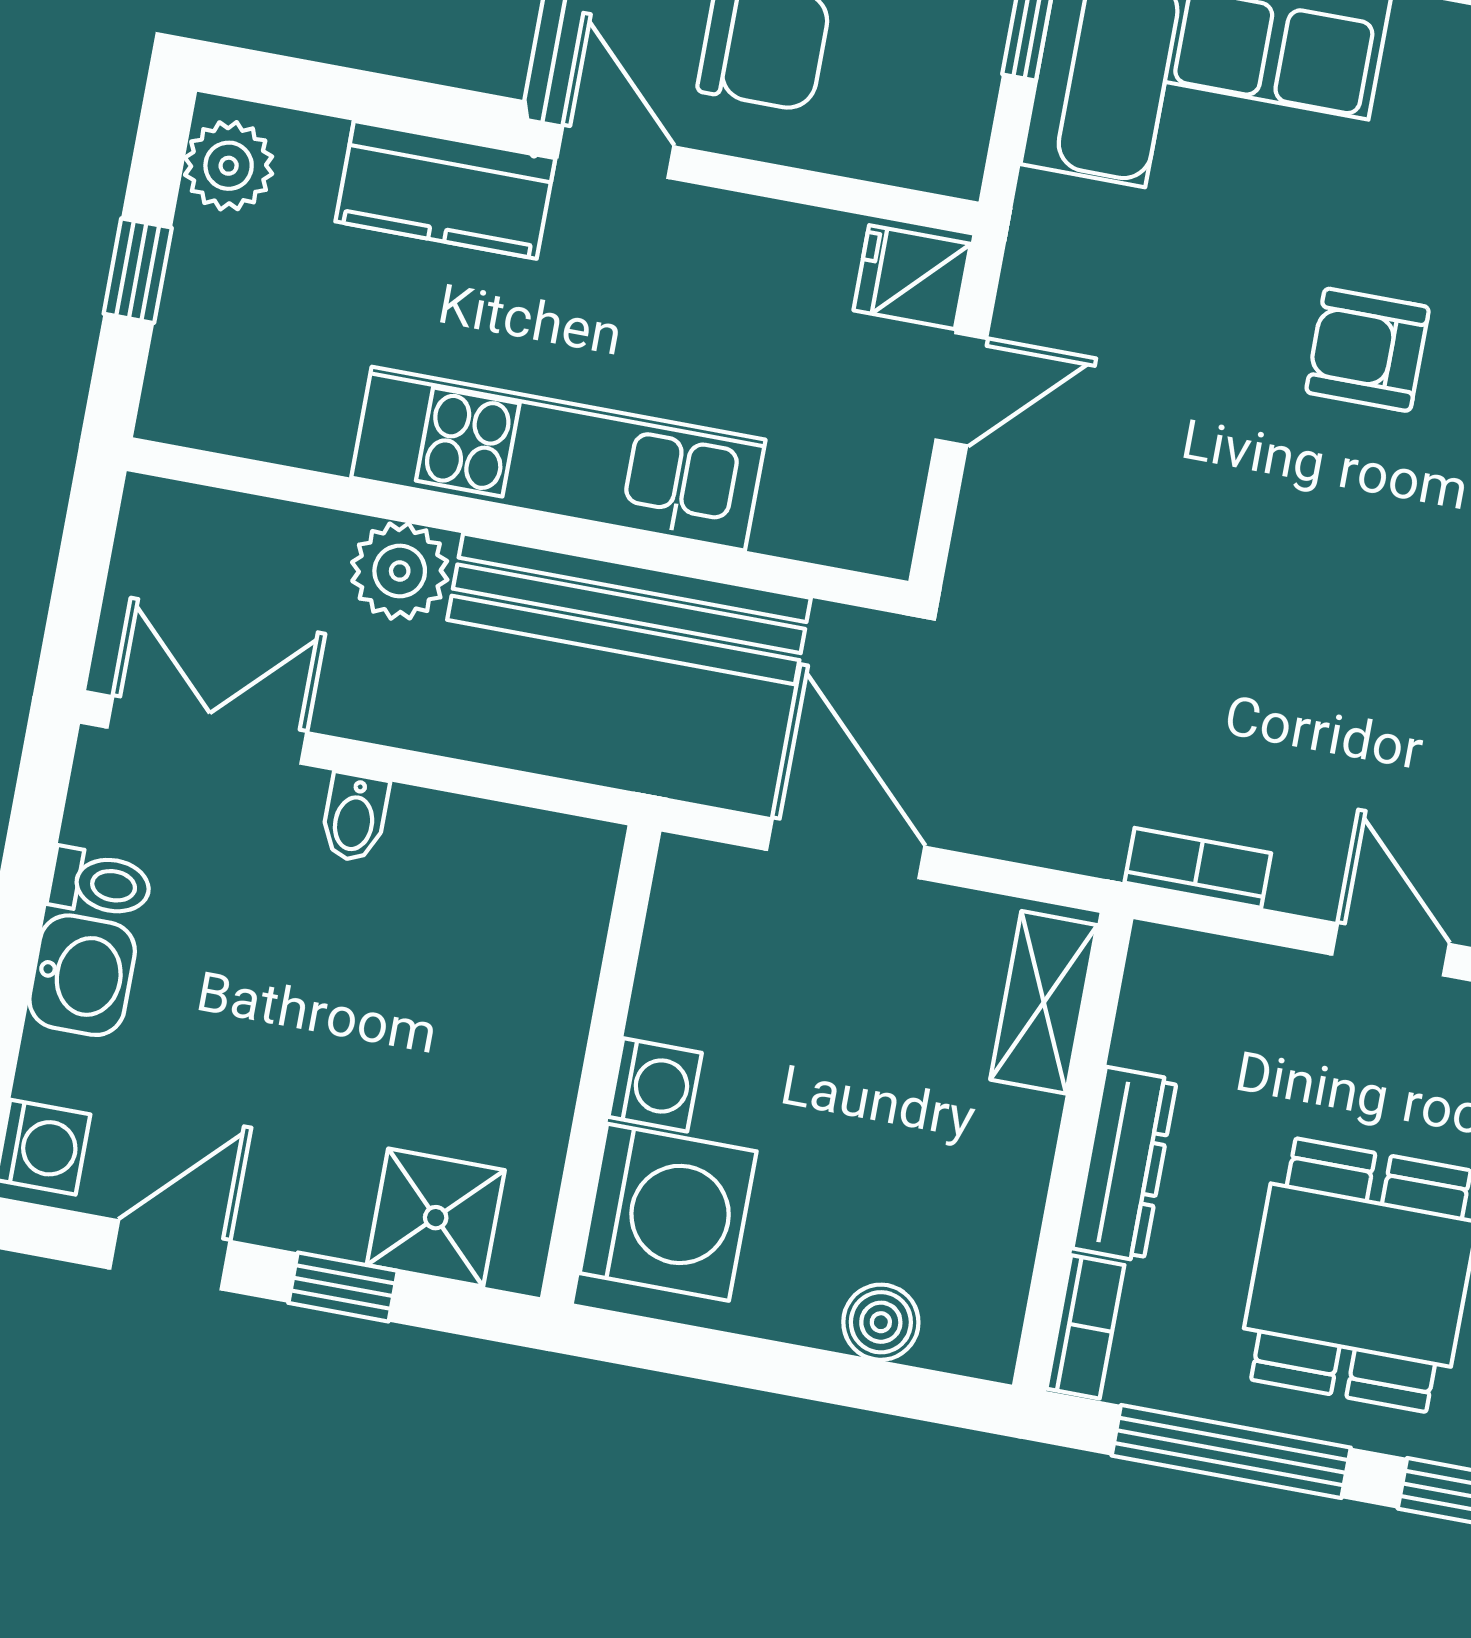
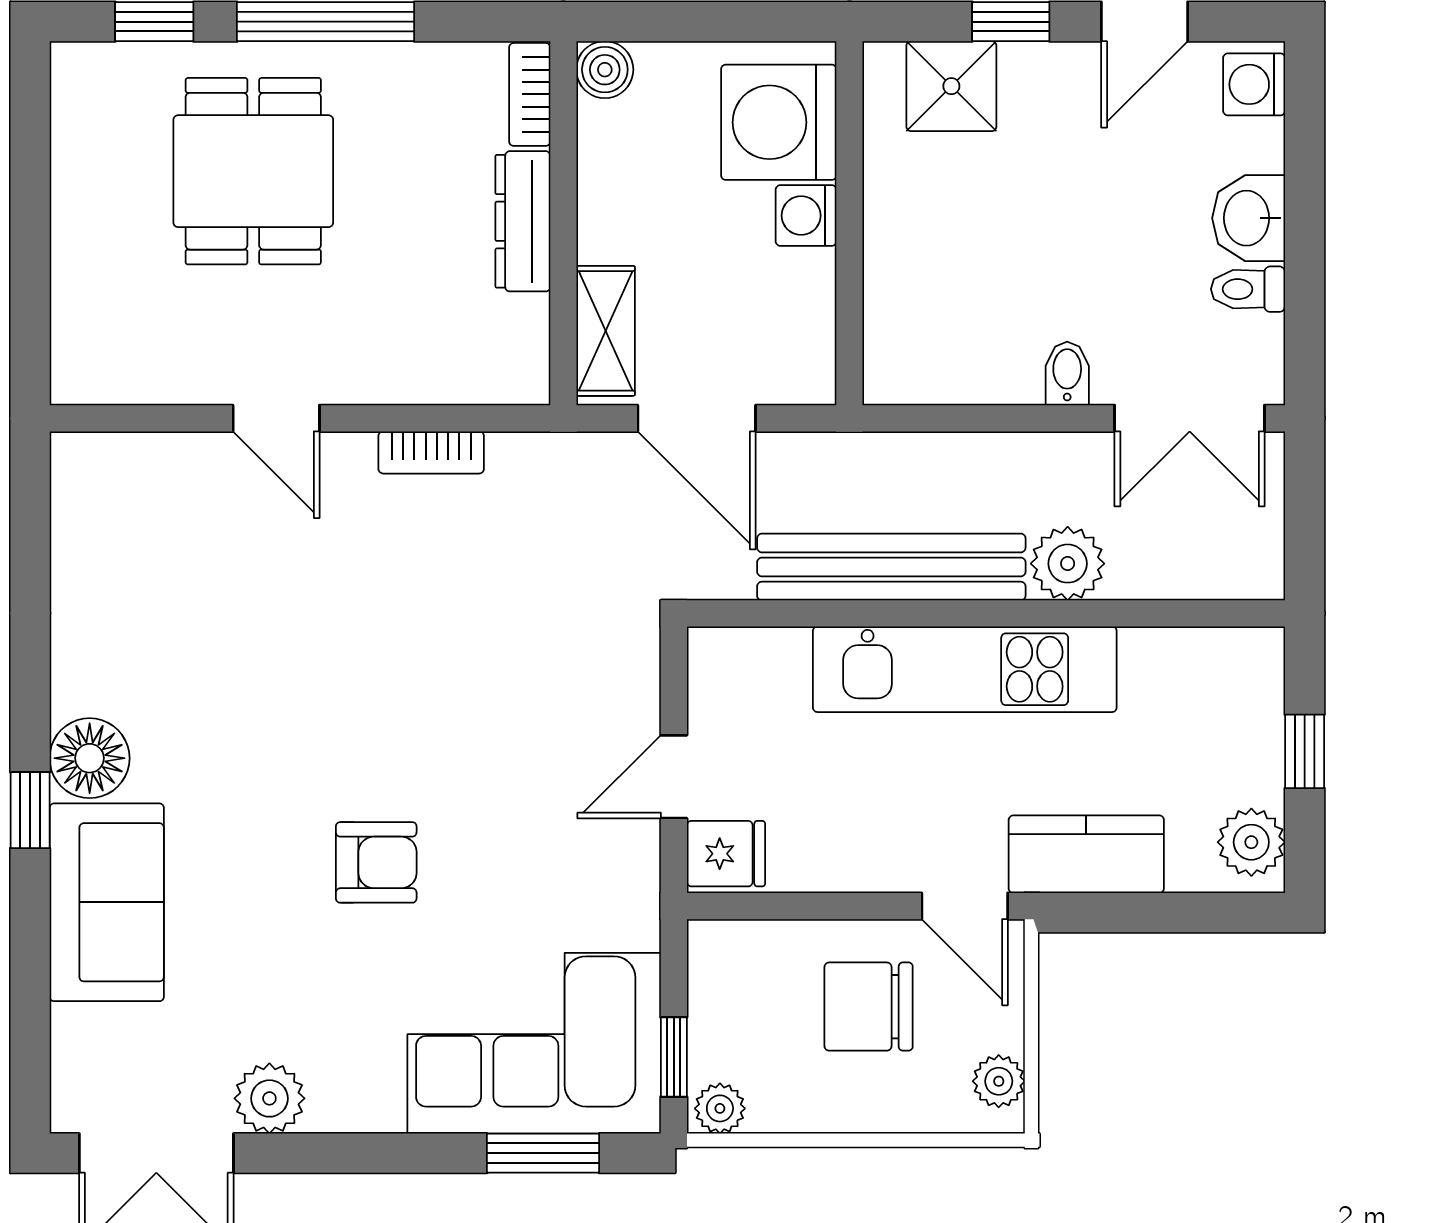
shelving: (1044, 1002) -> (606, 331), moved
wall: (1073, 1152) -> (563, 223), moved
dresser: (1125, 1164) -> (523, 221), moved
bookcase: (1085, 1327) -> (530, 94), moved

